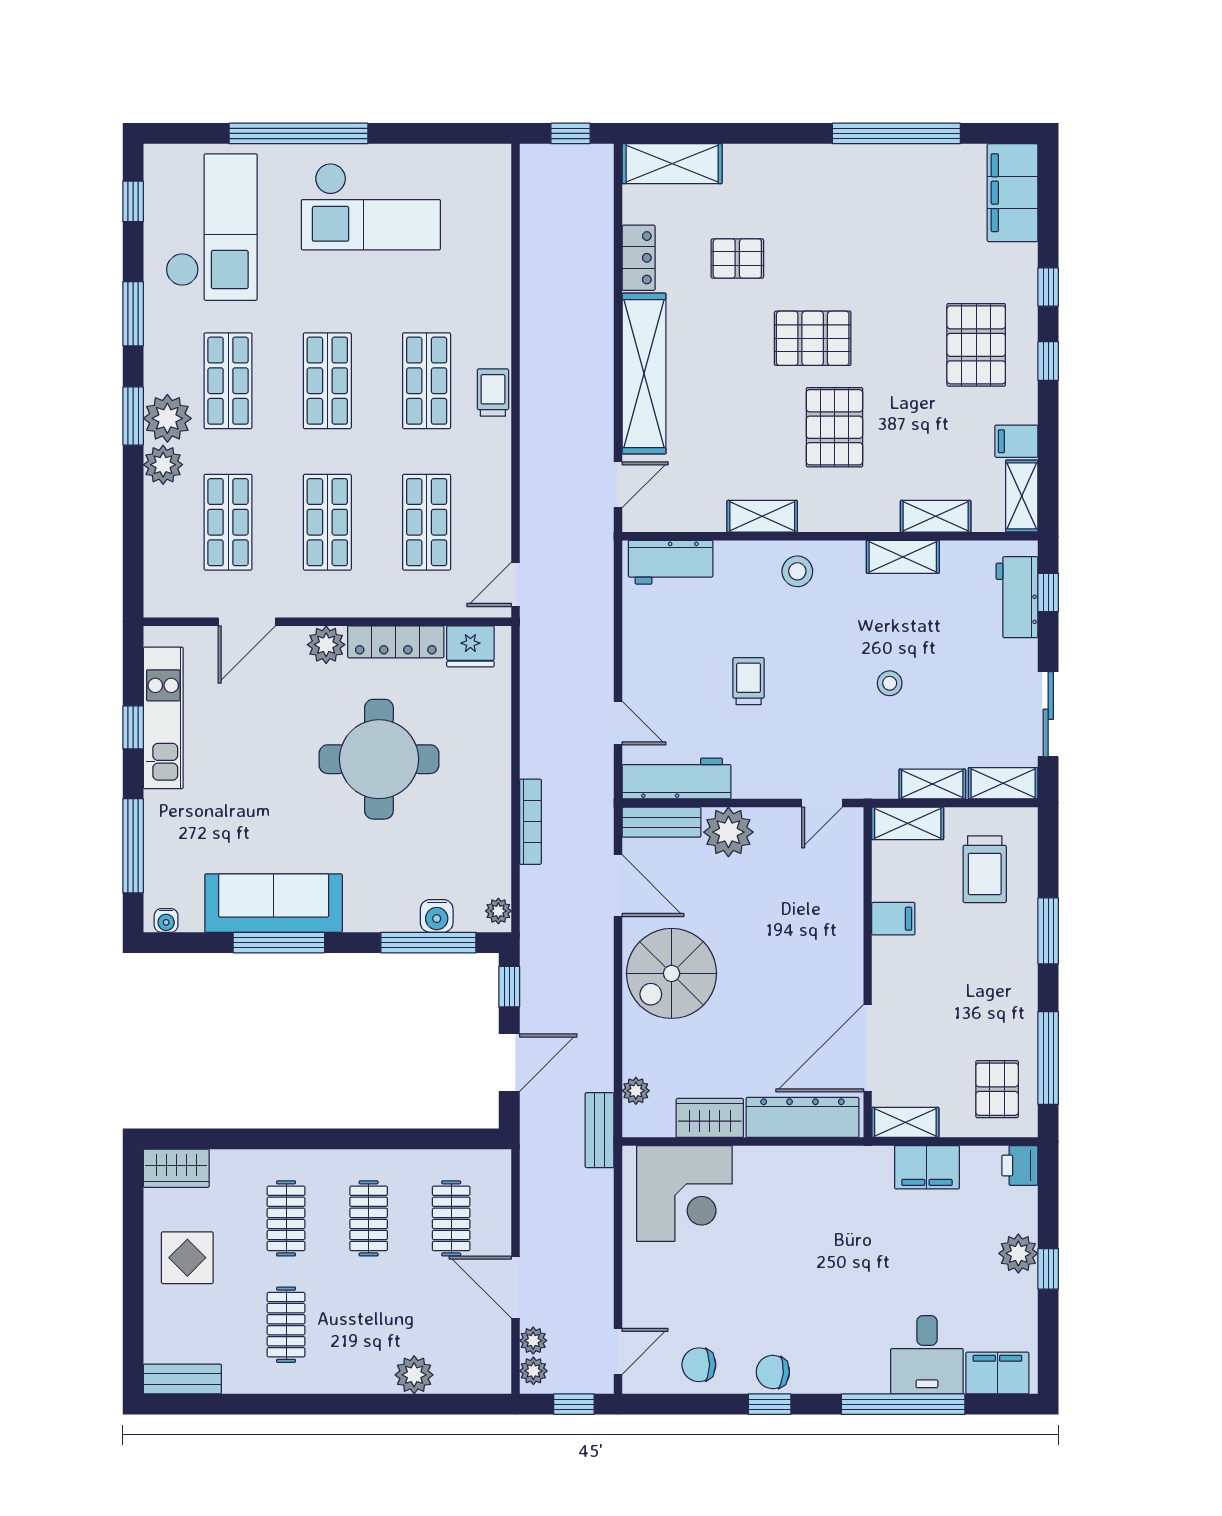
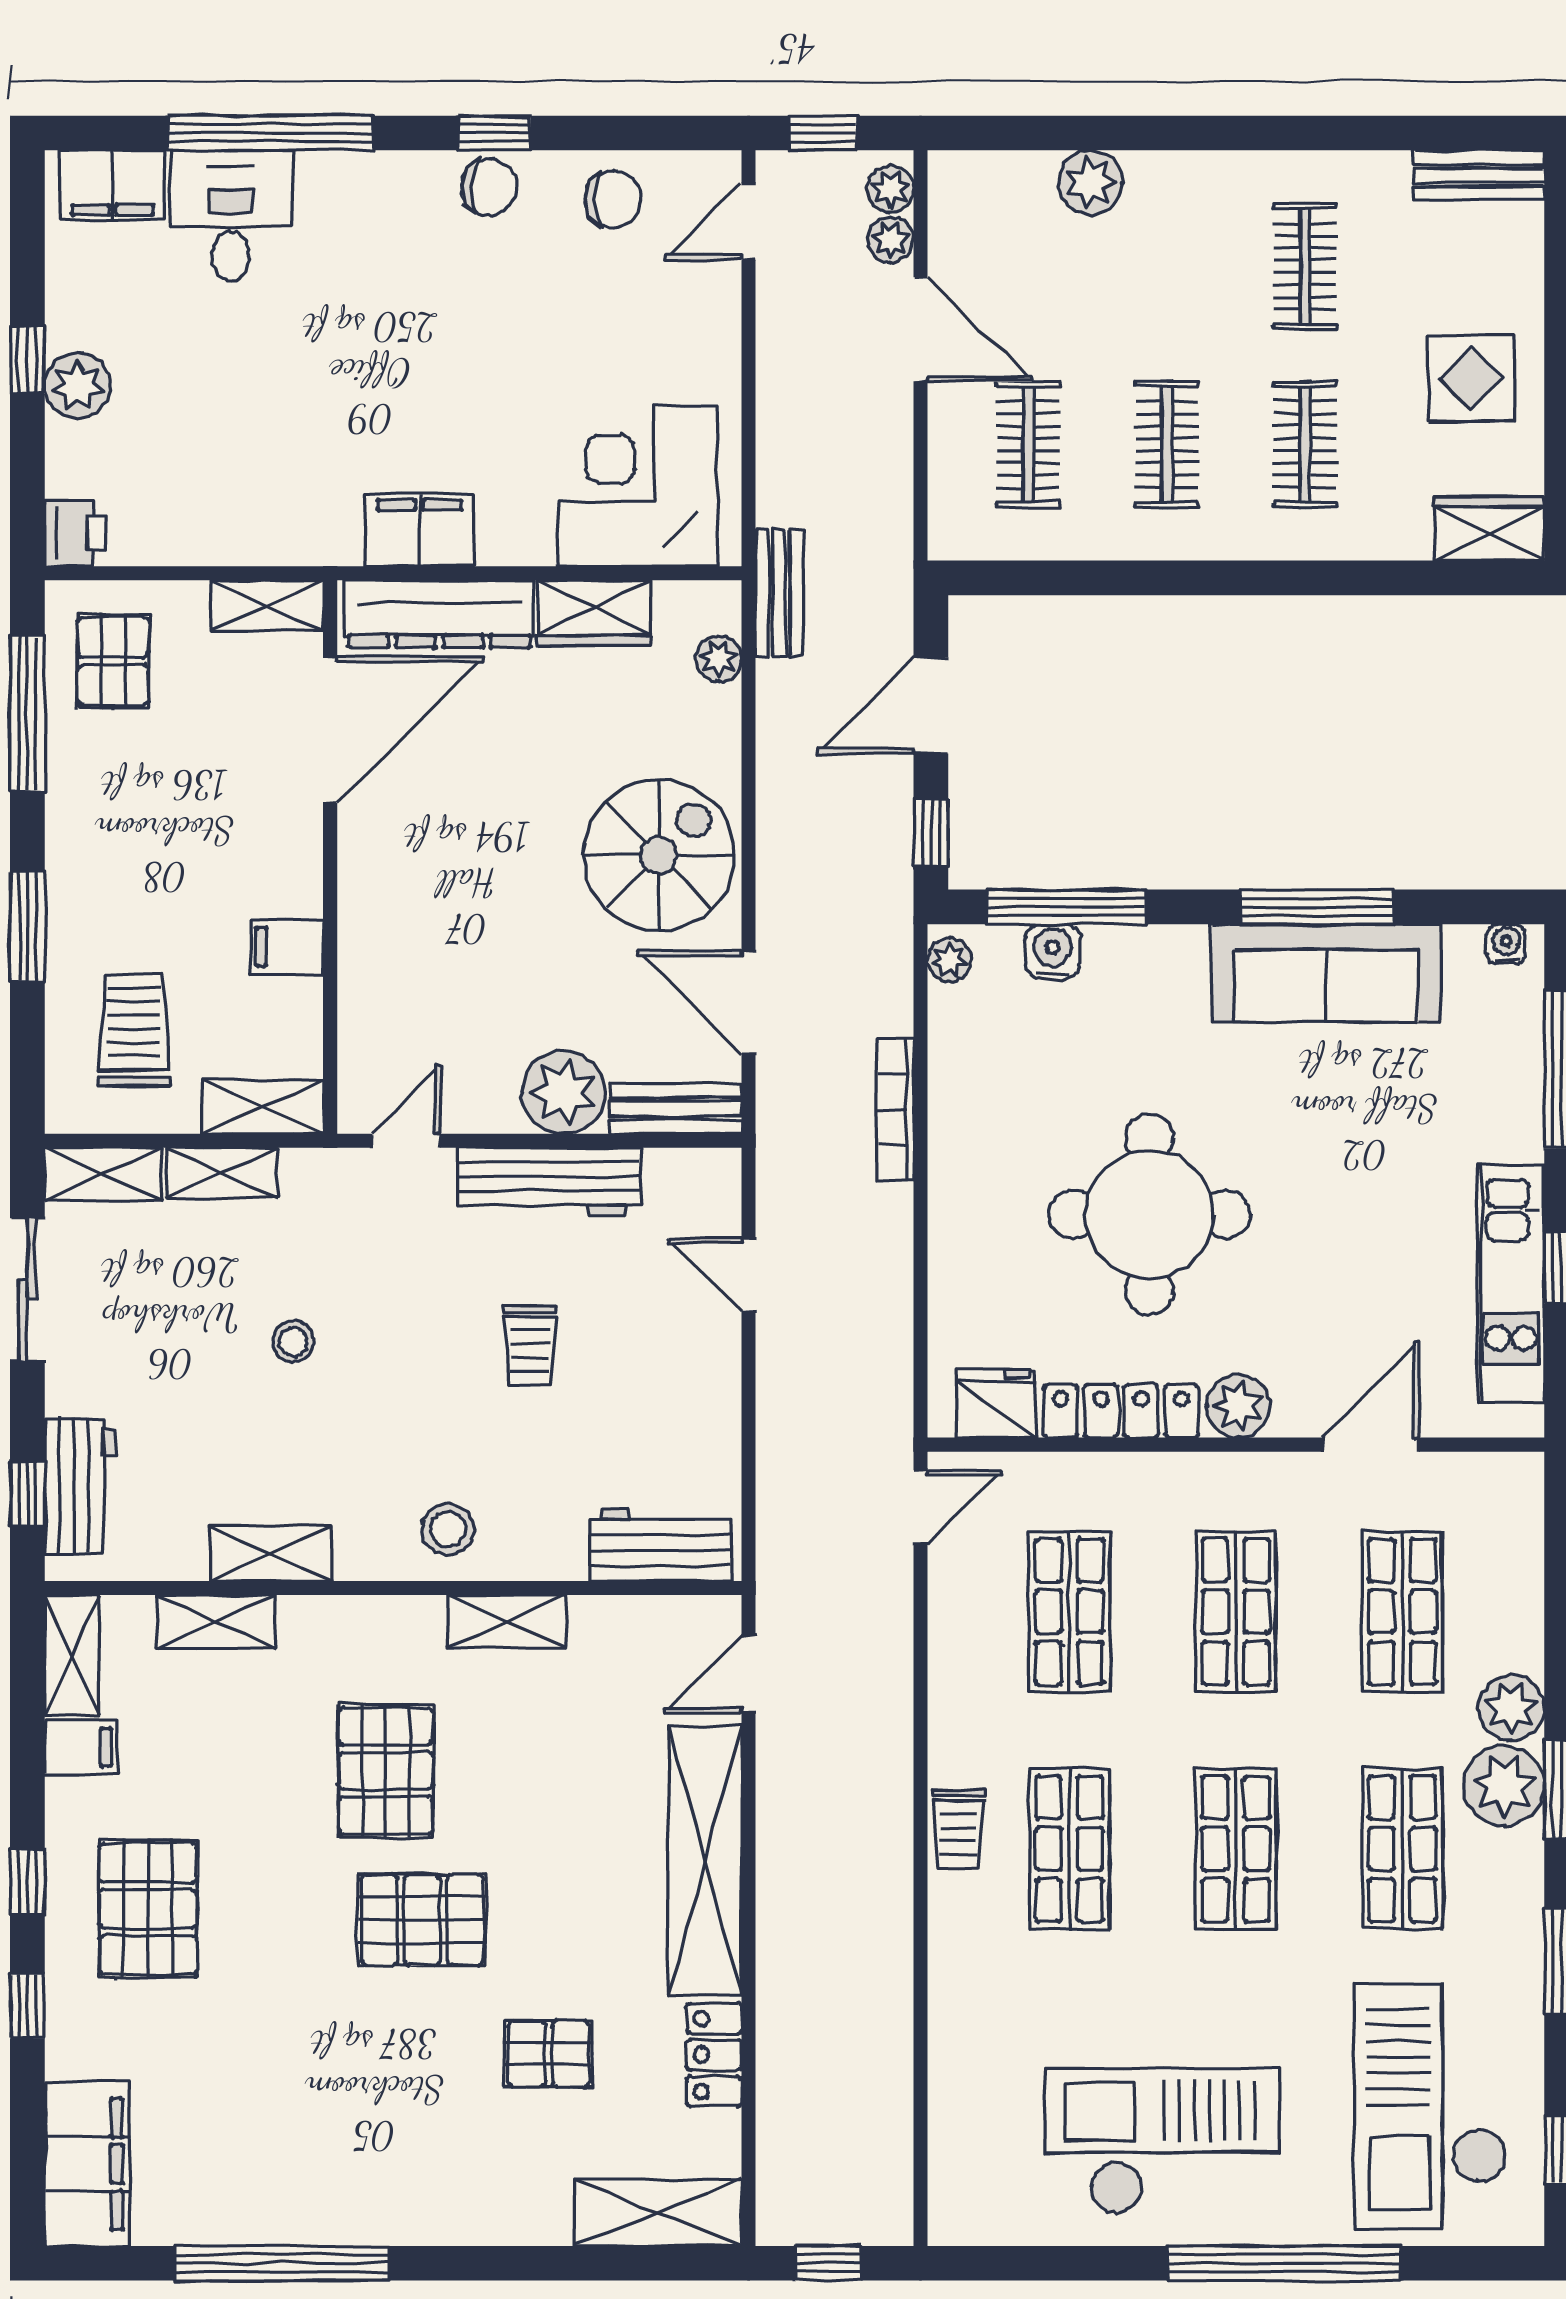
workbench: (677, 778) -> (549, 1182), moved
filing cabinet: (927, 1167) -> (420, 530), moved

